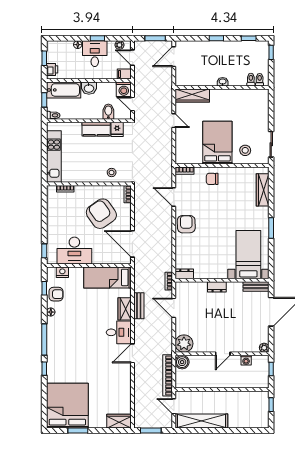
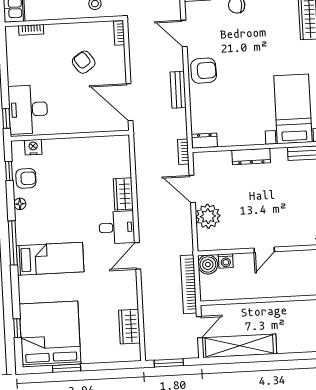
armchair: (101, 214) -> (84, 62), width x0.53, depth x0.53
armchair: (186, 224) -> (204, 71), turned 89
desk: (74, 251) -> (28, 109), moved, turned 90
bed: (107, 277) -> (50, 259), moved, turned 180
dresser: (217, 287) -> (251, 156), width x1.44
bench: (139, 306) -> (178, 90), moved
plant: (184, 344) -> (208, 216), moved
washing machine: (246, 360) -> (226, 261), moved
window: (44, 369) -> (17, 328), moved
door: (174, 406) -> (199, 327), swing flipped
wardrobe: (119, 421) -> (129, 327), moved, turned -90

